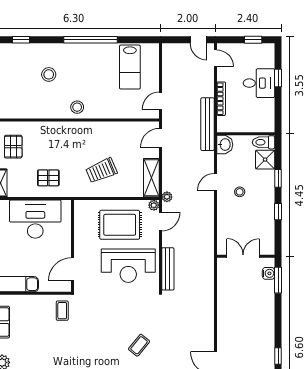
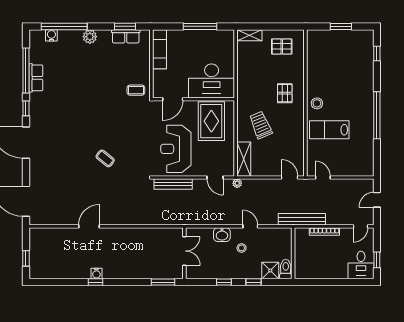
door: (199, 40) -> (377, 200), moved
lab bench: (130, 67) -> (329, 130), moved
stool: (49, 74) -> (346, 78), removed
window: (278, 78) -> (343, 282), removed
desk: (259, 83) -> (361, 265), moved
washbasin: (225, 145) -> (222, 235), moved
pallet: (48, 178) -> (285, 93), moved
shelving: (151, 178) -> (244, 159), moved, turned 90
plant: (154, 205) -> (230, 172), removed
desk: (35, 219) -> (212, 81), moved, turned 90
rug: (120, 225) -> (211, 121), moved
door: (72, 269) -> (173, 99), swing flipped
water cooler: (268, 273) -> (96, 274), moved

